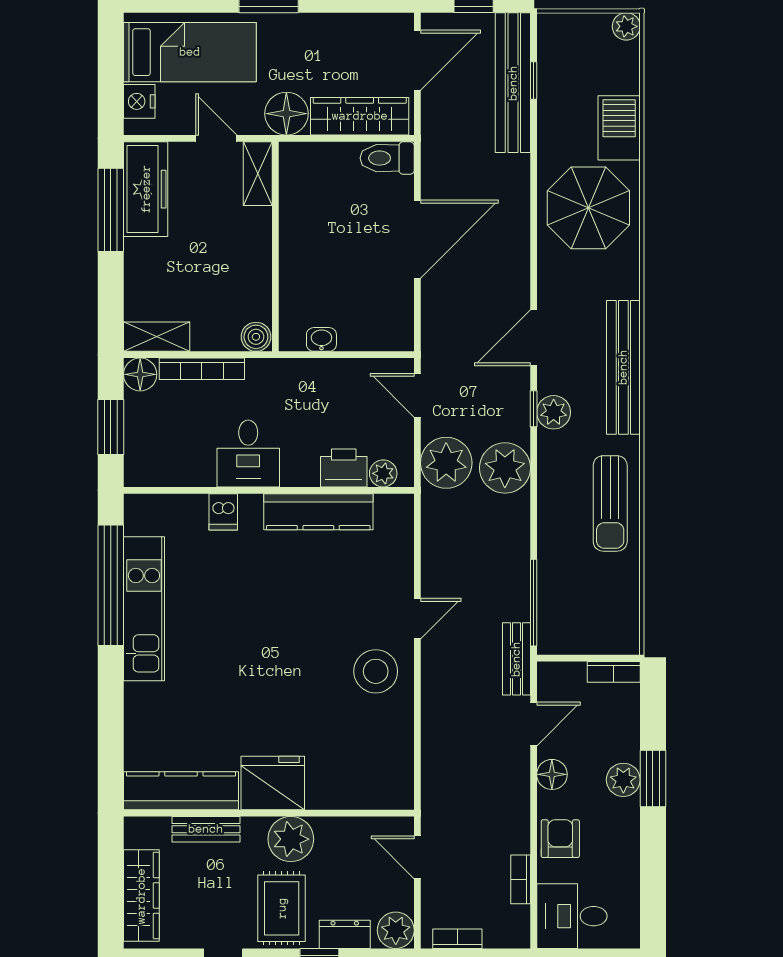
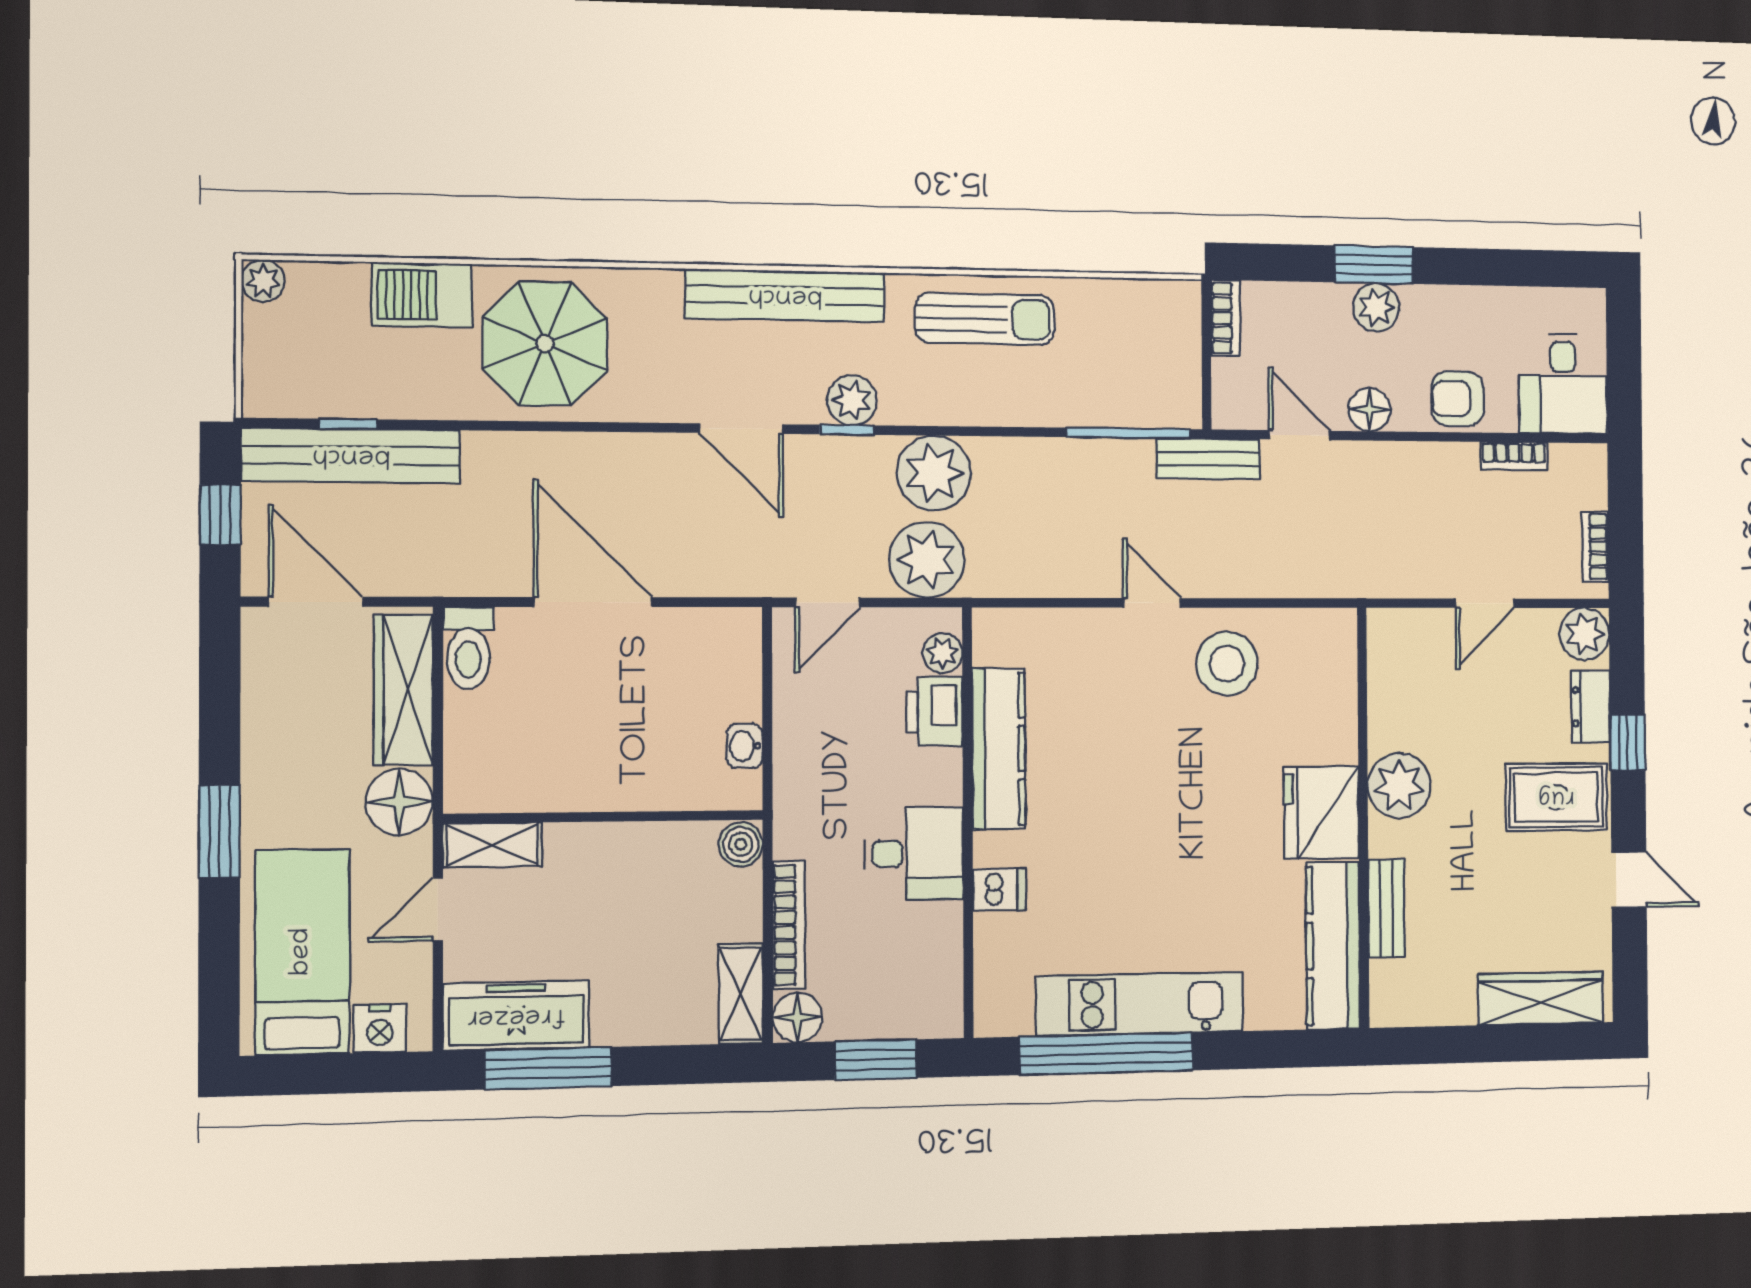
fridge: (273, 783) -> (1321, 813), moved
kitchen counter: (181, 791) -> (1333, 945), moved
wall: (269, 813) -> (1363, 818), moved
bench: (206, 829) -> (1386, 908), moved
plant: (291, 839) -> (1399, 785), moved

